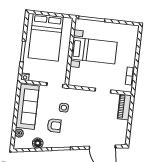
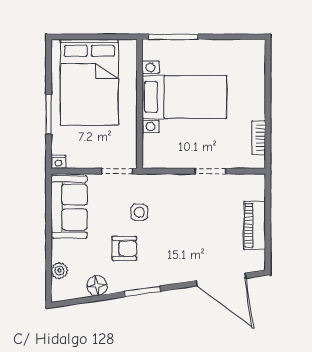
sofa: (27, 107) -> (69, 207), width x0.73
piano: (124, 107) -> (255, 225), moved

